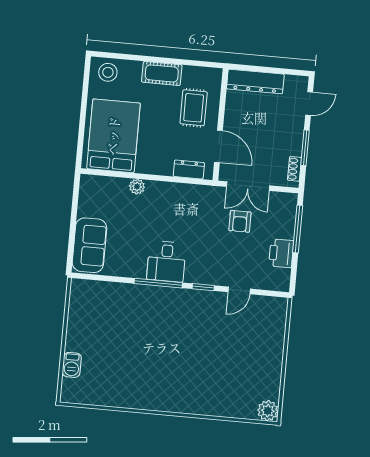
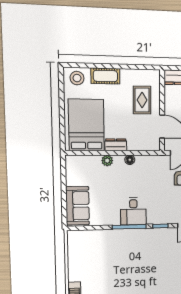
cot: (162, 73) -> (105, 76), moved
dresser: (189, 170) -> (116, 145), moved
floor lamp: (168, 188) -> (130, 160), added

